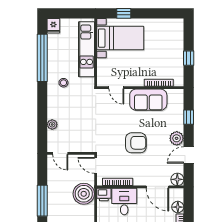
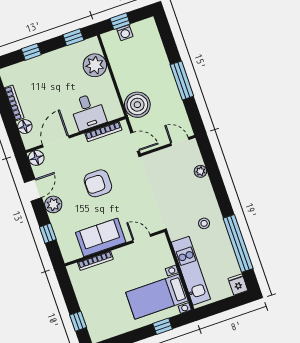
window: (189, 58) -> (78, 321), moved
door: (158, 187) -> (56, 141), hinge flipped
printer: (104, 195) -> (114, 112), removed

